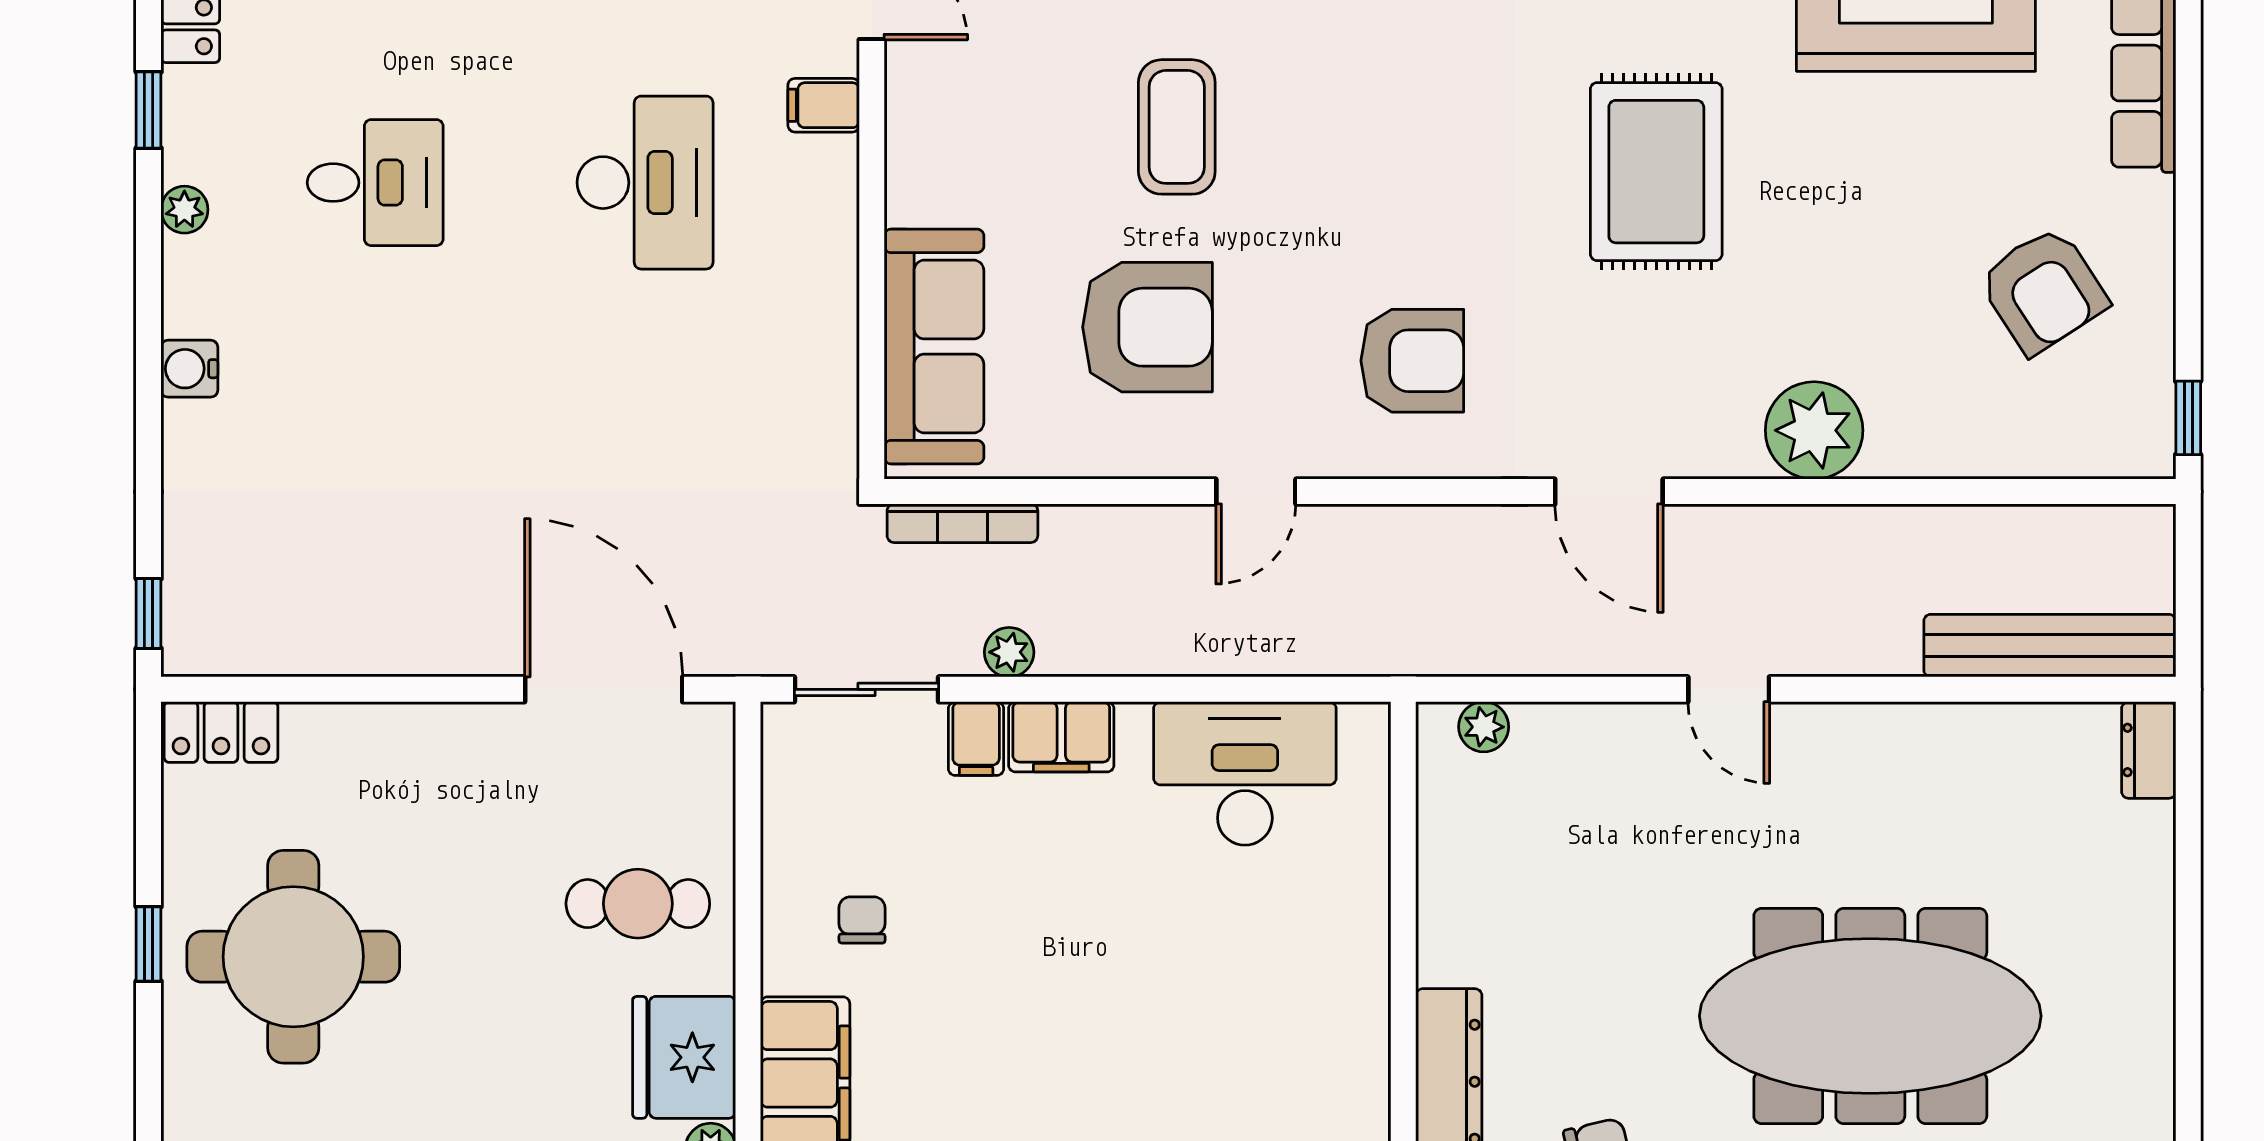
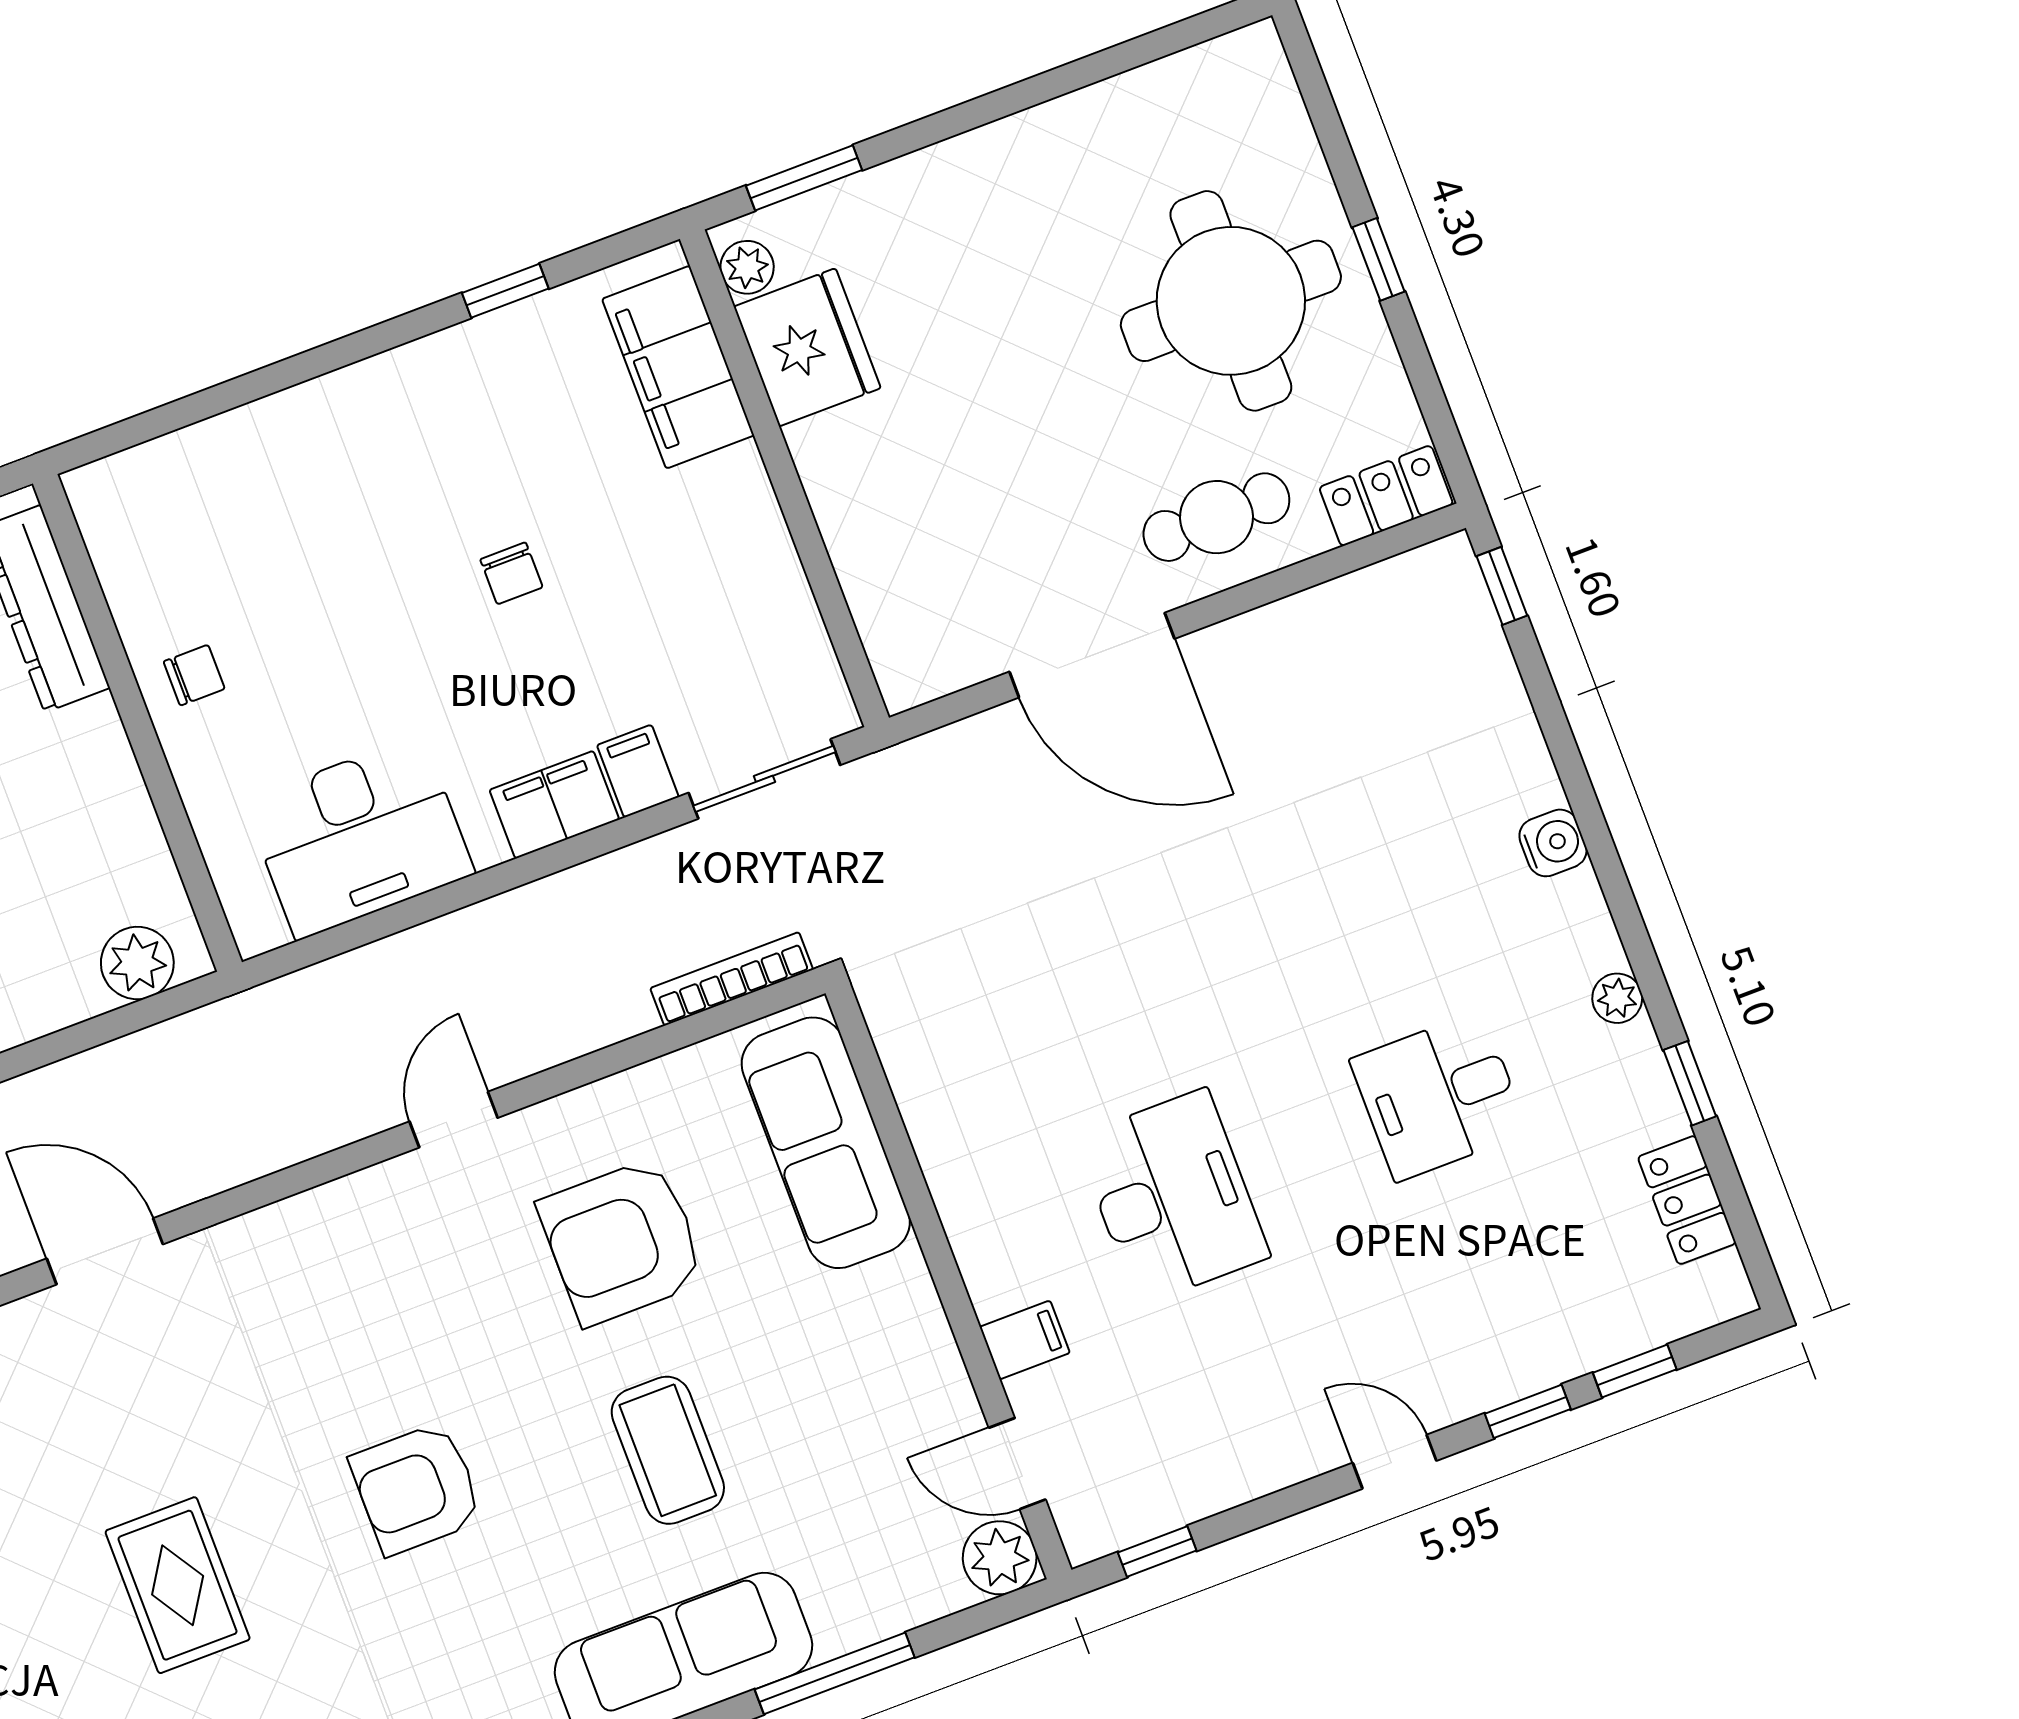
rug: (1656, 172) -> (178, 1585), width x0.73, depth x0.70
desk: (645, 183) -> (1172, 1197), turned 180
armchair: (1412, 361) -> (417, 1489), moved
plant: (1009, 652) -> (637, 869), removed
door: (604, 689) -> (1092, 655), moved
plant: (1484, 727) -> (137, 963), width x1.38, depth x1.38
cafe table: (638, 904) -> (1216, 517), moved
chair: (862, 920) -> (511, 573), moved
chair: (1337, 972) -> (194, 675), added

